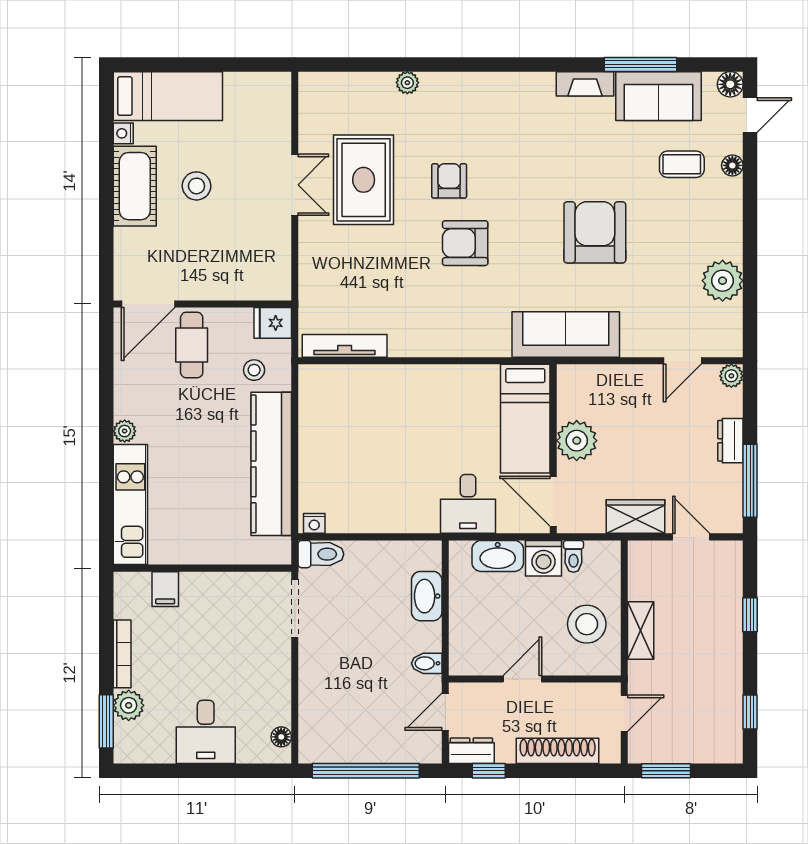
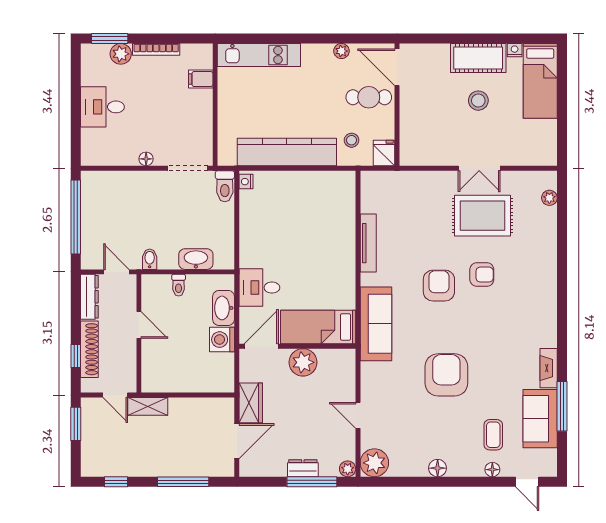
plant: (407, 83) -> (549, 198), moved
floor lamp: (730, 84) -> (438, 468), moved
armchair: (595, 232) -> (446, 375), turned -90
plant: (723, 281) -> (374, 463), moved
sofa: (566, 334) -> (376, 324), moved
tv unit: (345, 346) -> (368, 243), moved
door: (682, 361) -> (358, 415), moved
plant: (125, 431) -> (341, 51), moved
window: (750, 481) -> (312, 482), moved
door: (691, 537) -> (237, 441), width x1.38
toilet: (573, 556) -> (179, 285), moved, turned -90
window: (750, 615) -> (183, 482), width x2.17
stool: (587, 624) -> (177, 369), removed
shelving: (641, 630) -> (148, 406), moved
floor lamp: (281, 737) -> (146, 159), moved
dresser: (471, 751) -> (89, 297), width x1.44
window: (489, 771) -> (76, 356), moved

